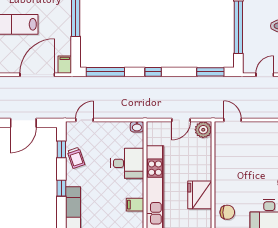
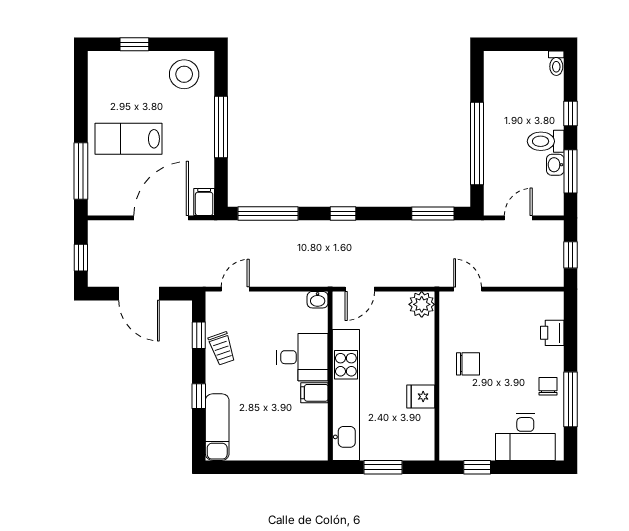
door: (181, 120) -> (360, 289), moved
door: (23, 123) -> (139, 294), hinge flipped
fridge: (200, 195) -> (421, 397), width x0.53, depth x0.75
filing cabinet: (135, 205) -> (314, 393), moved
chair: (227, 212) -> (468, 364), moved

